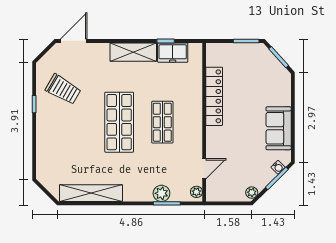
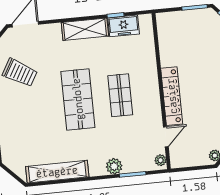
locker: (214, 96) -> (172, 96), moved
plant: (161, 193) -> (114, 166), moved

